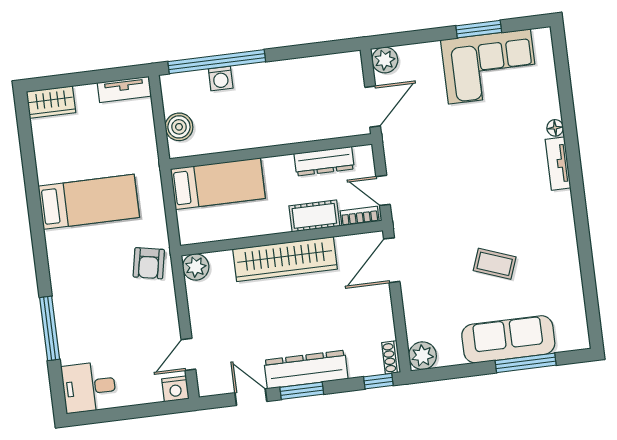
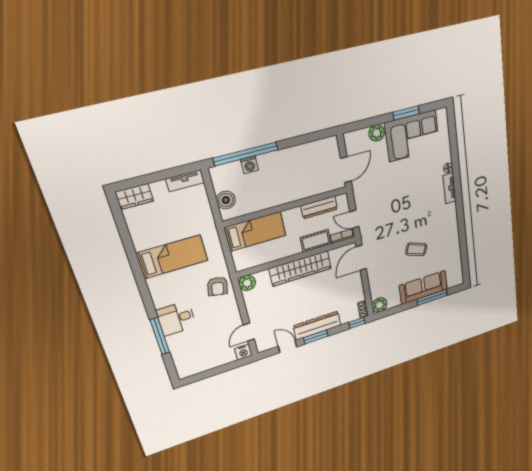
plant: (385, 60) -> (377, 133), moved
desk: (89, 387) -> (176, 318), moved

